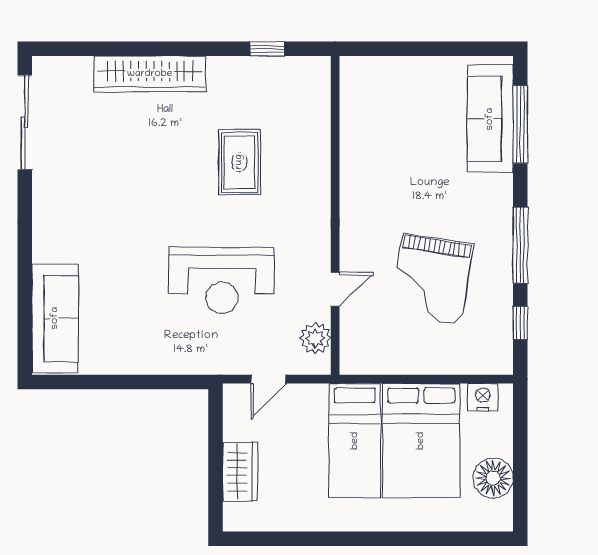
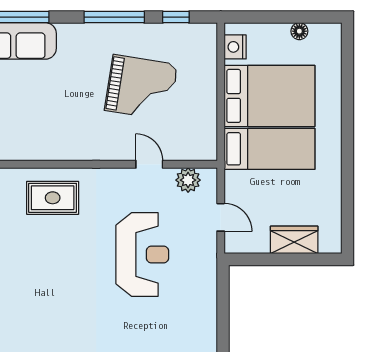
rug: (239, 162) -> (53, 198), moved
floor lamp: (493, 478) -> (299, 31), width x0.53, depth x0.53

